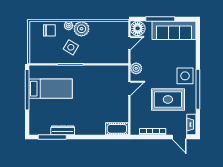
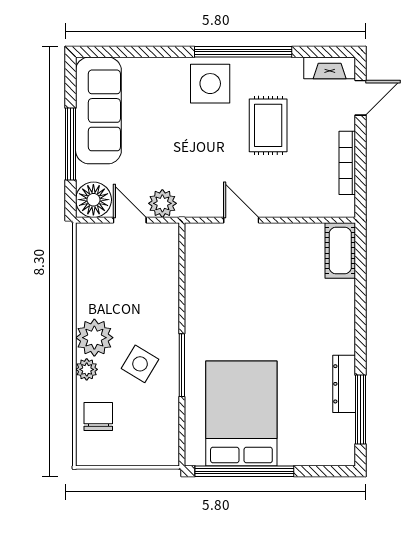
plant: (136, 68) -> (162, 203), moved
bed: (51, 89) -> (241, 413), width x1.50
rug: (168, 99) -> (268, 125), width x0.73, depth x0.70

